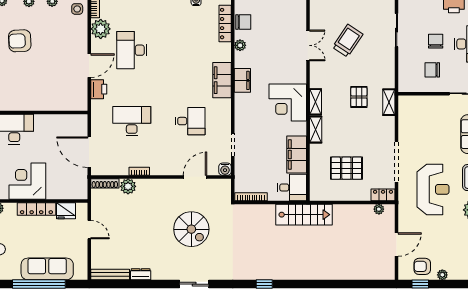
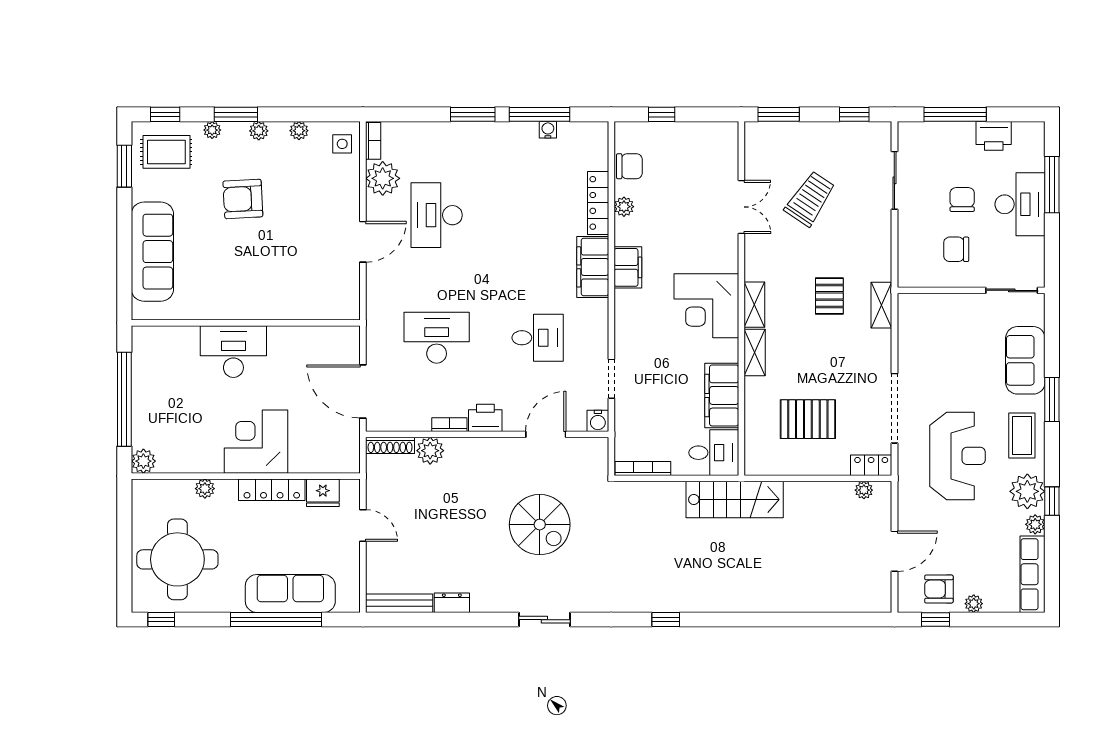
locker: (225, 24) -> (598, 203), moved
printer: (99, 89) -> (485, 418), moved, turned -90

